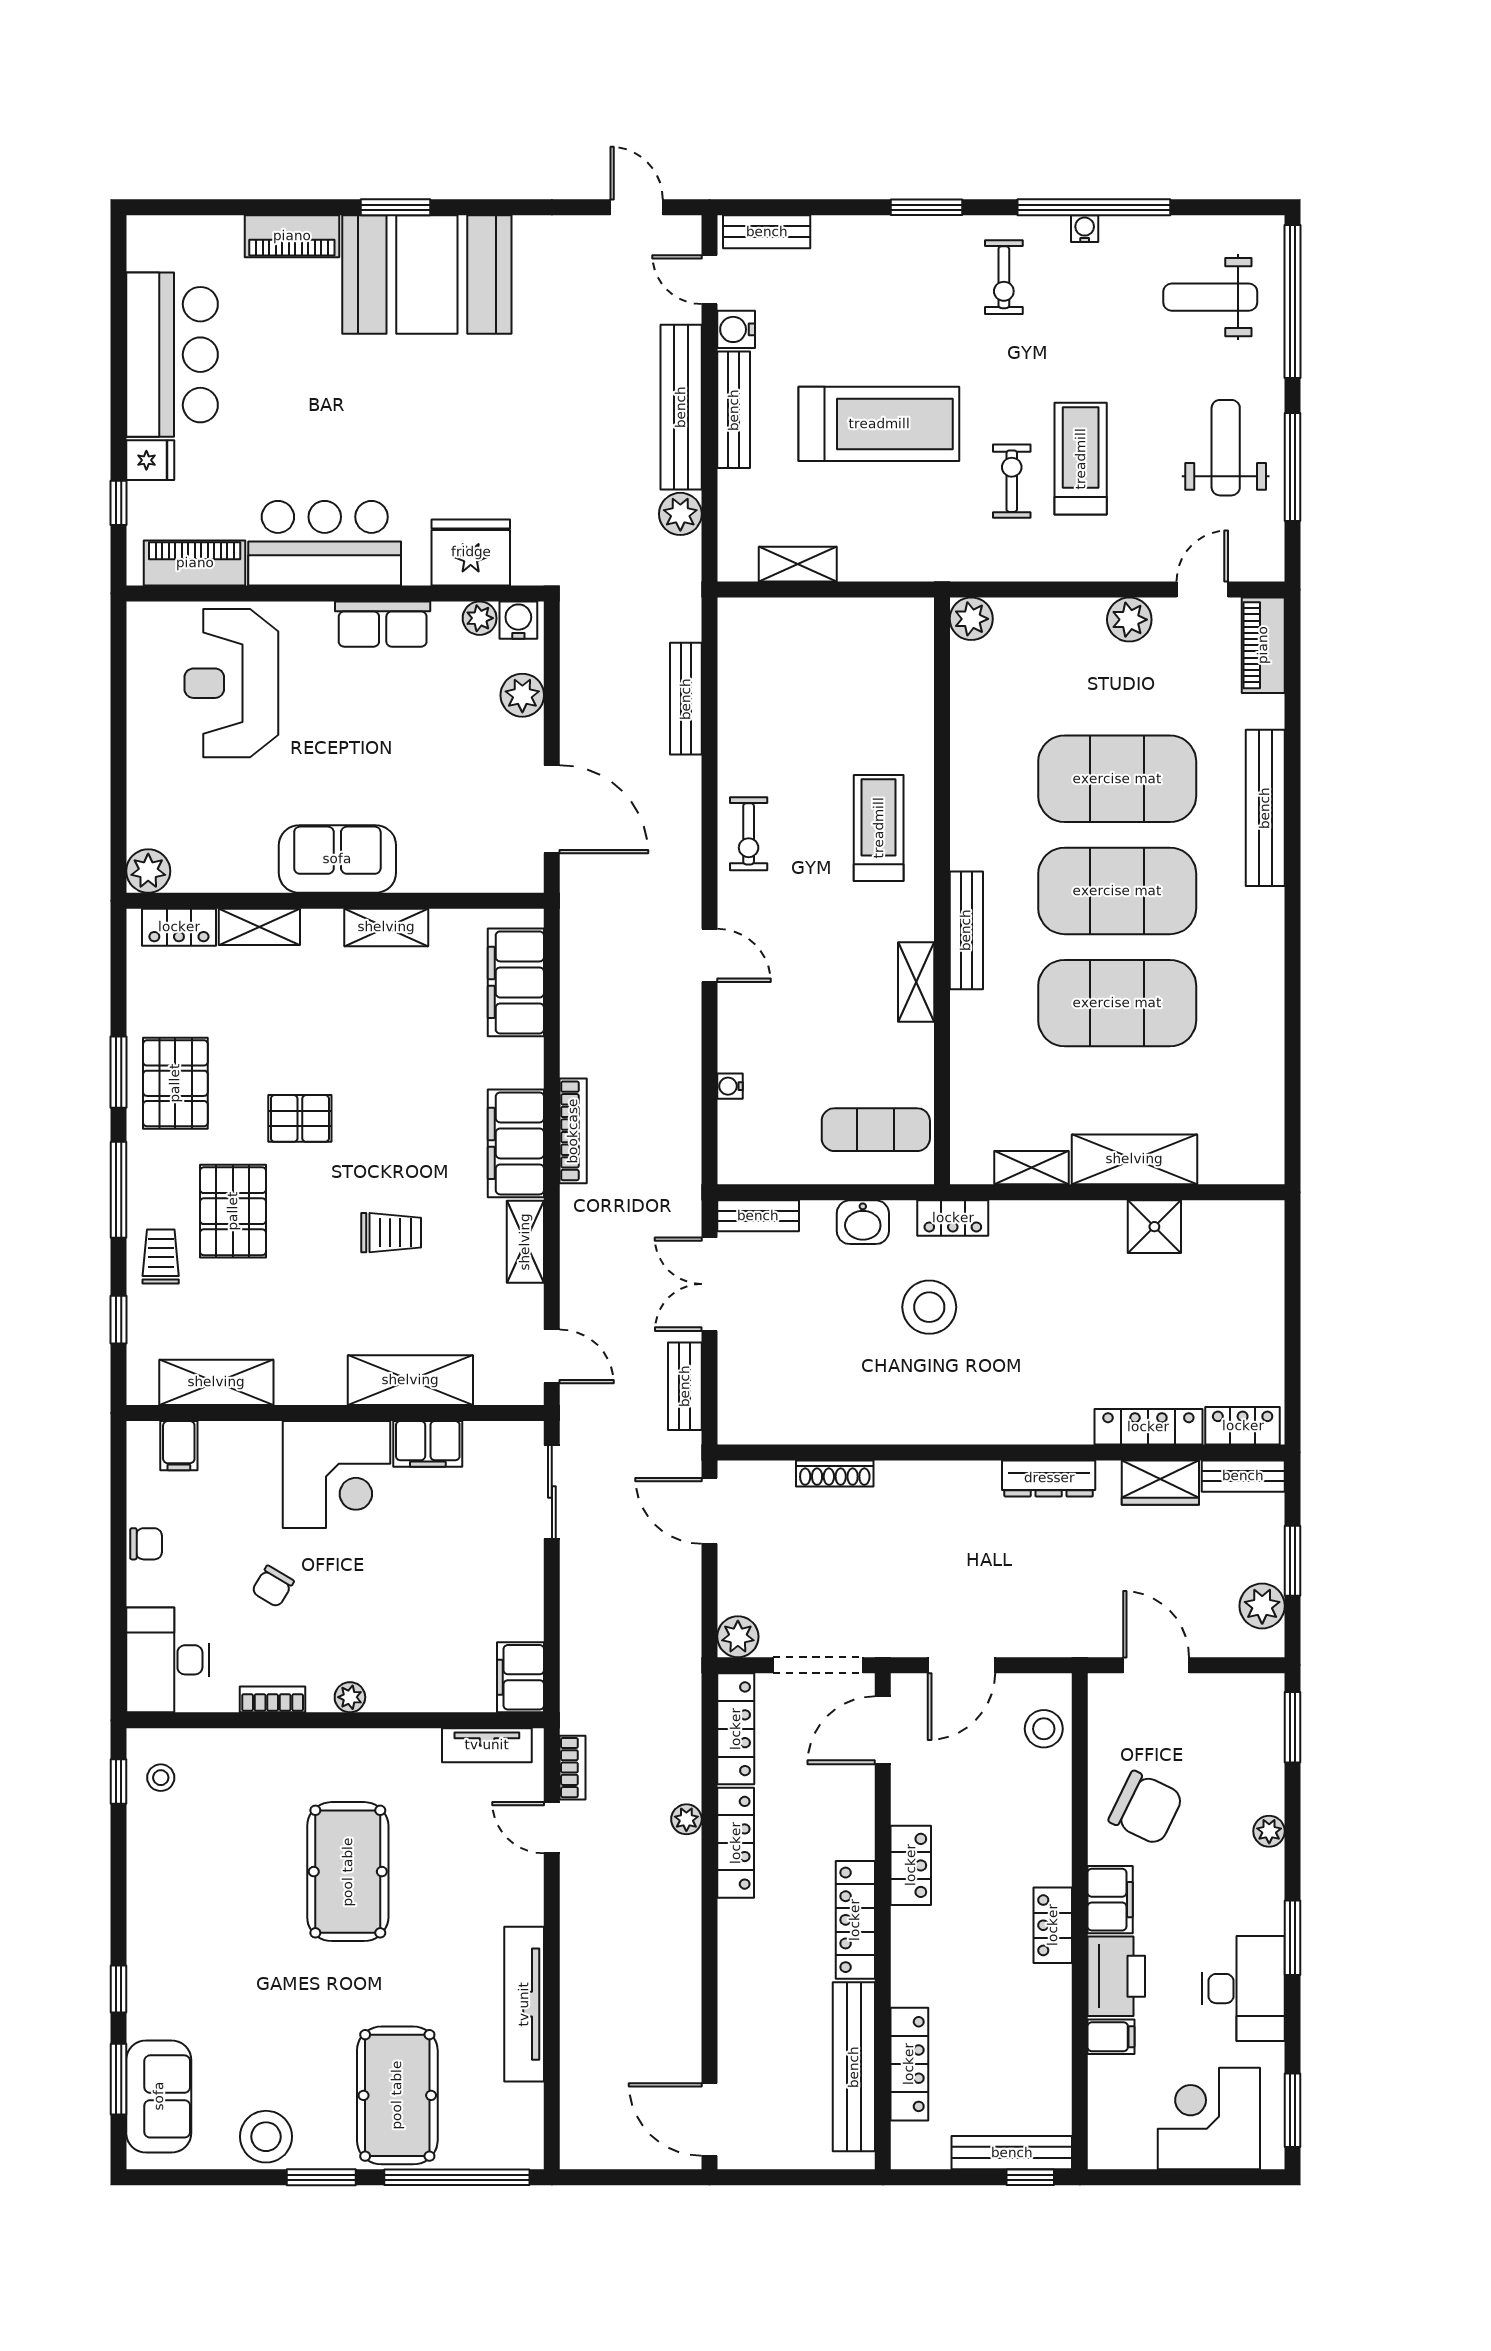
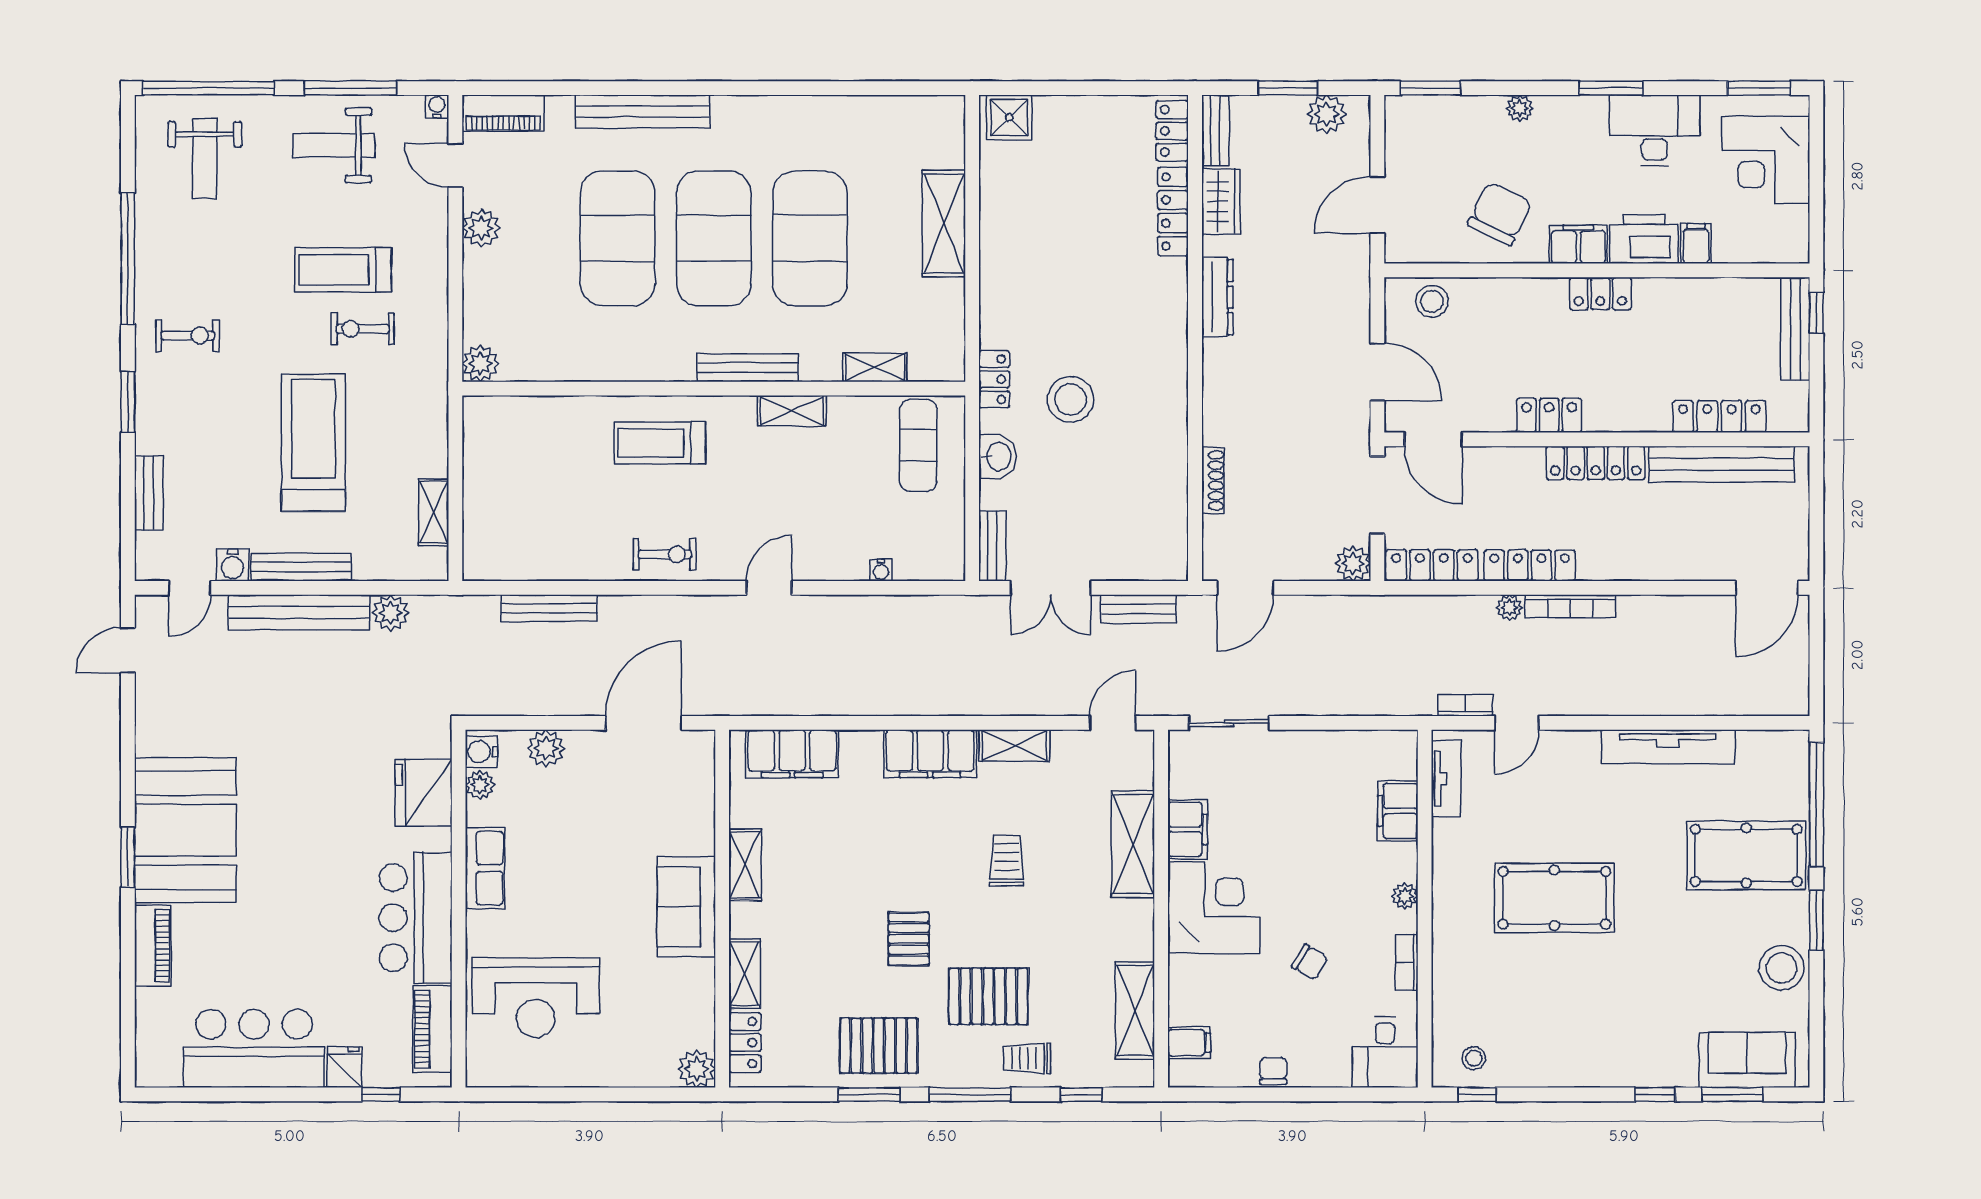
water cooler: (1085, 229) -> (437, 106), moved, turned 90
bench: (767, 232) -> (149, 493), moved
bookcase: (573, 1131) -> (1570, 606), moved, turned 180
shelving: (1032, 1168) -> (875, 368), moved, turned 90
shower: (1154, 1227) -> (1009, 117), moved
desk: (168, 1660) -> (1385, 1052), width x0.73
filing cabinet: (521, 1677) -> (1398, 811), moved, turned 90

